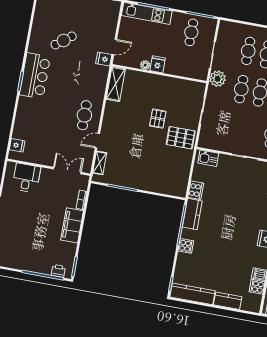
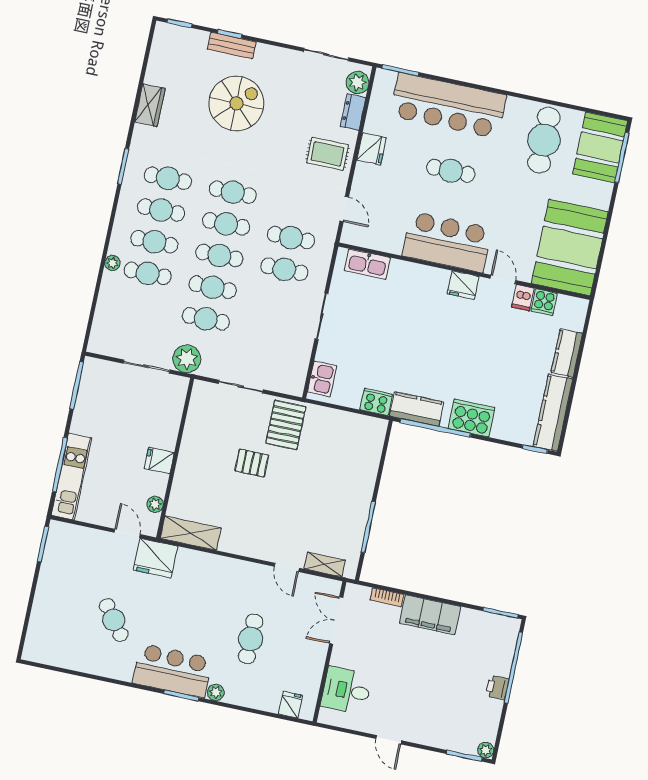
cafe table: (191, 32) -> (106, 401), removed
cafe table: (248, 51) -> (141, 305), removed
fridge: (104, 59) -> (156, 558), width x1.88, depth x1.34
plant: (145, 65) -> (155, 504), moved
plant: (23, 101) -> (216, 692), added
cafe table: (84, 115) -> (251, 639), moved, turned 90
cooker: (186, 246) -> (472, 418), width x1.87, depth x1.31
printer: (58, 271) -> (497, 687), moved

